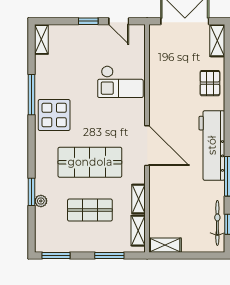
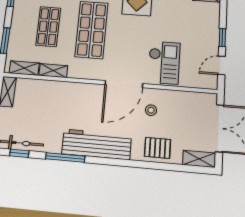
checkout: (120, 82) -> (164, 63), turned 180
stool: (172, 92) -> (151, 110), added
door: (147, 146) -> (124, 84), moved

